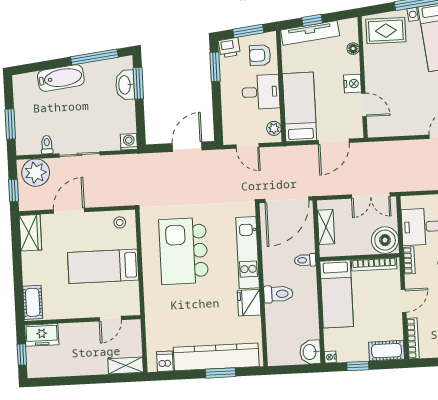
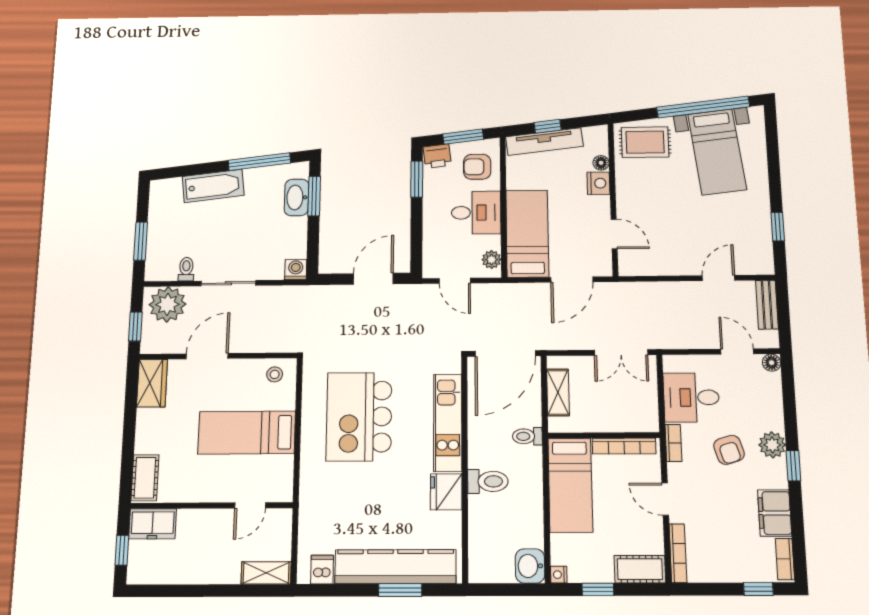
nightstand: (352, 84) -> (598, 183), moved
boiler: (385, 240) -> (640, 414), removed
door: (404, 301) -> (665, 499), swing flipped

